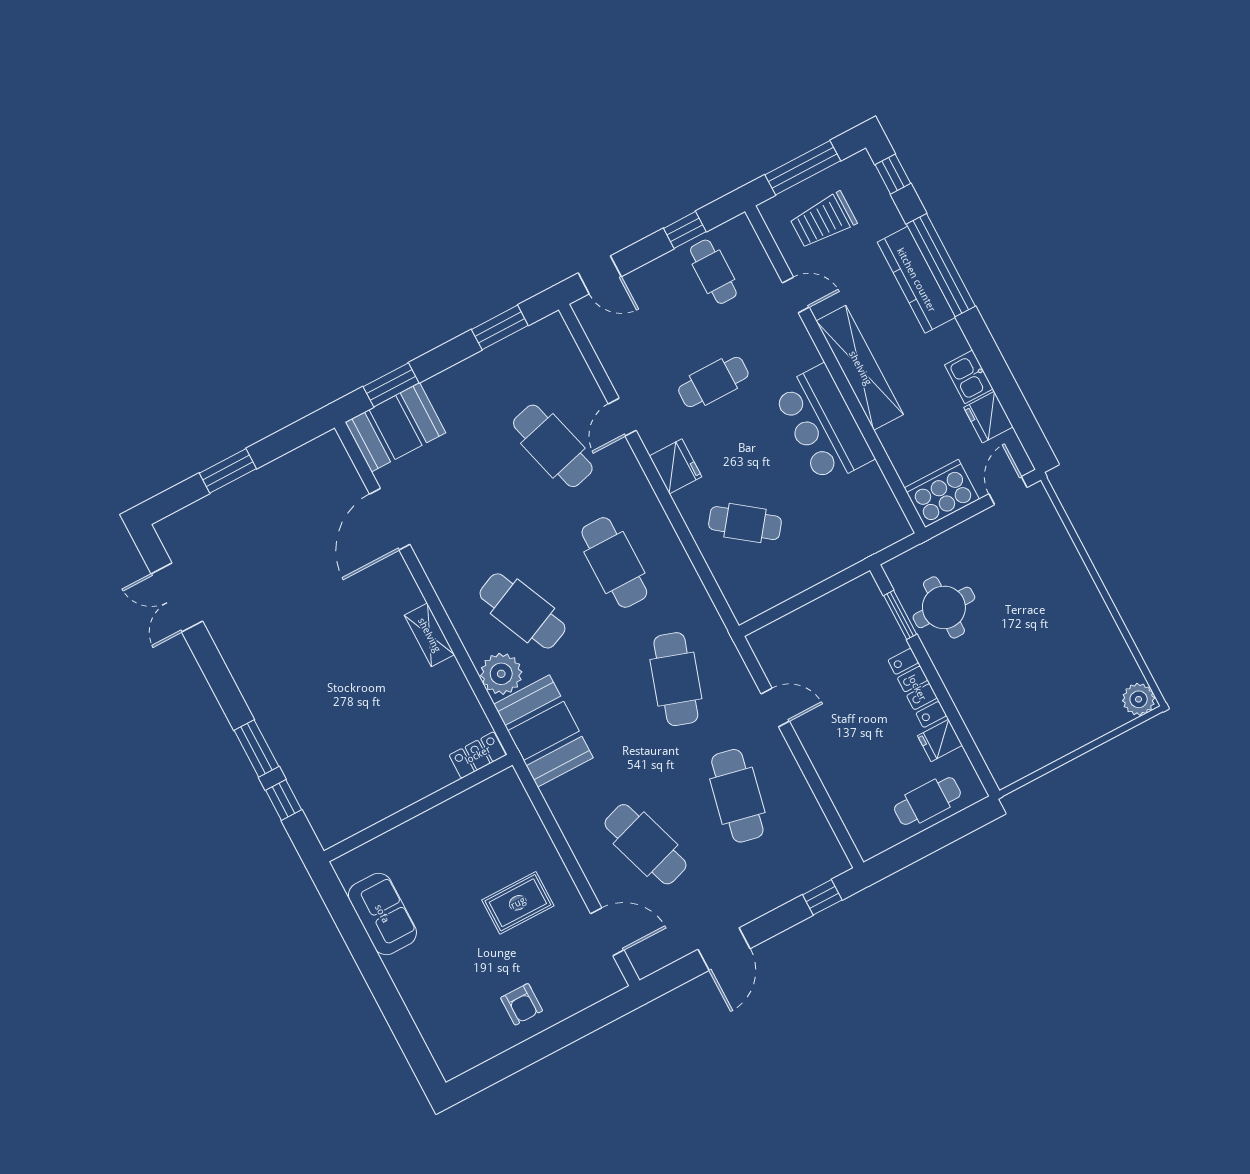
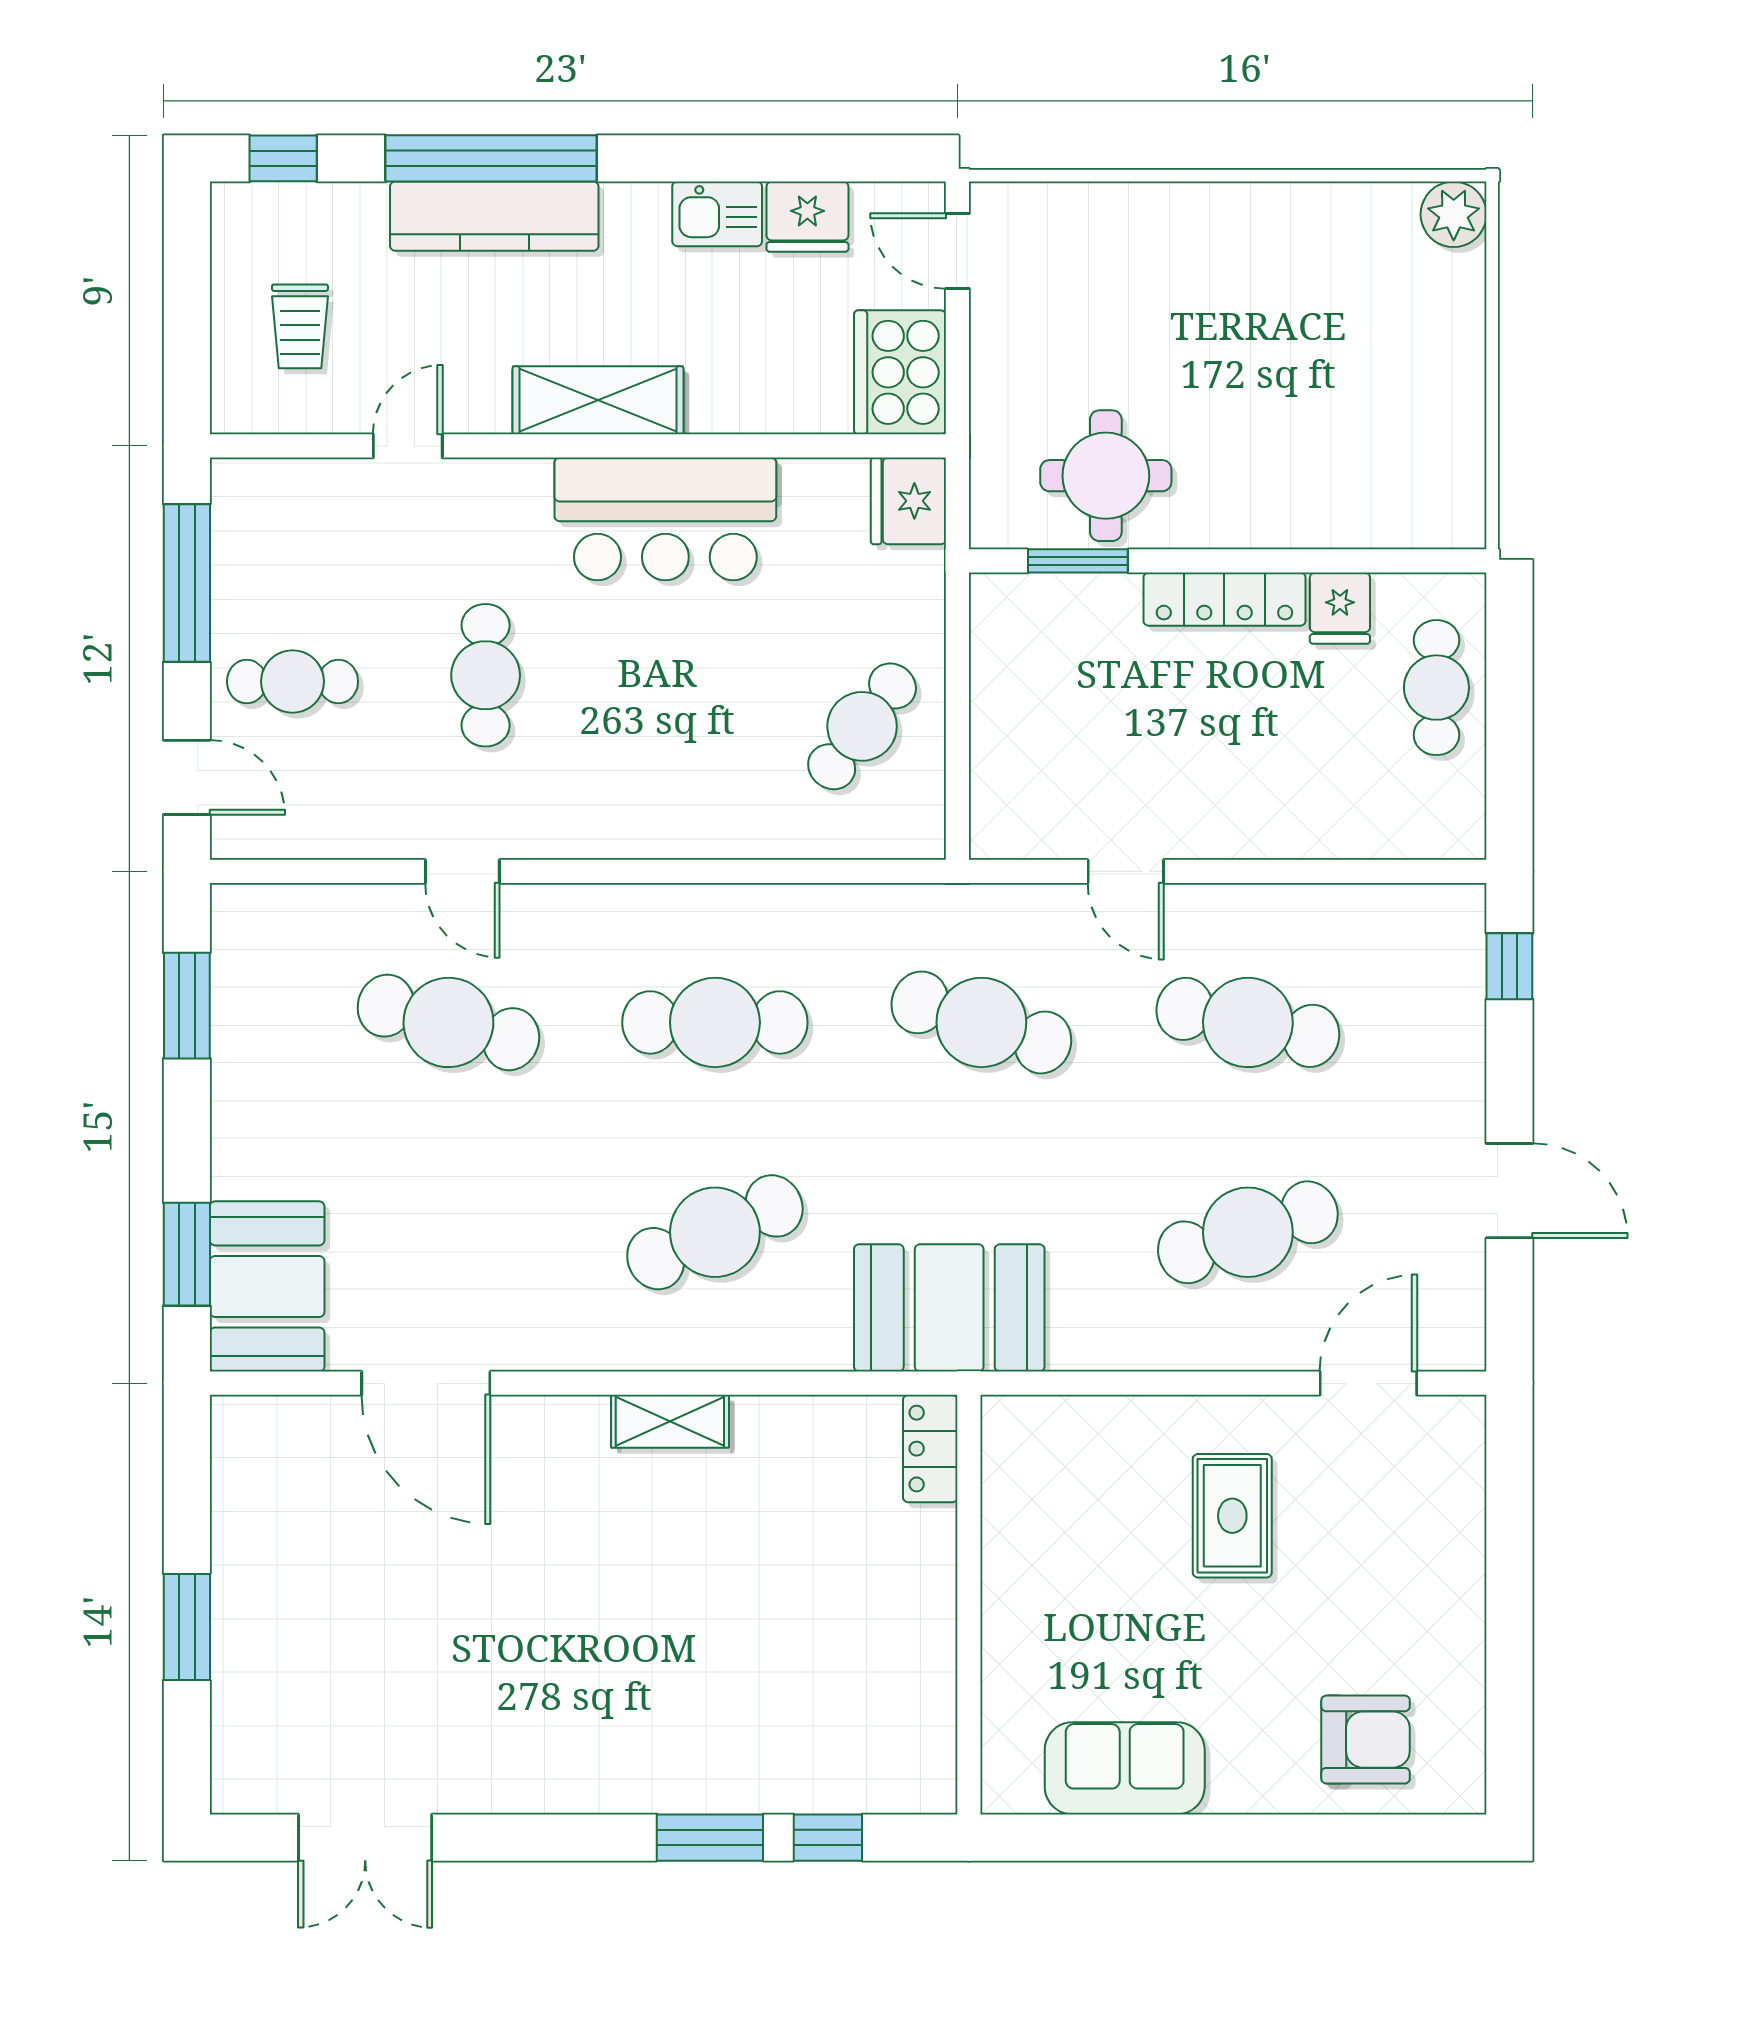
window: (803, 168) -> (187, 314), removed
trolley: (823, 220) -> (300, 326), width x0.73, depth x0.72
window: (685, 230) -> (187, 583), width x2.17
cafe table: (713, 272) -> (293, 682), moved
door: (600, 275) -> (187, 777), hinge flipped
shelving: (860, 368) -> (598, 400), width x0.68
cafe table: (553, 446) -> (448, 1022), turned 30
fridge: (676, 466) -> (908, 501), moved, turned -90
cafe table: (745, 523) -> (862, 726), moved
plant: (501, 674) -> (807, 1330), removed
door: (775, 707) -> (1126, 871), swing flipped
armchair: (522, 1004) -> (1366, 1740), moved, width x1.38, depth x1.38

